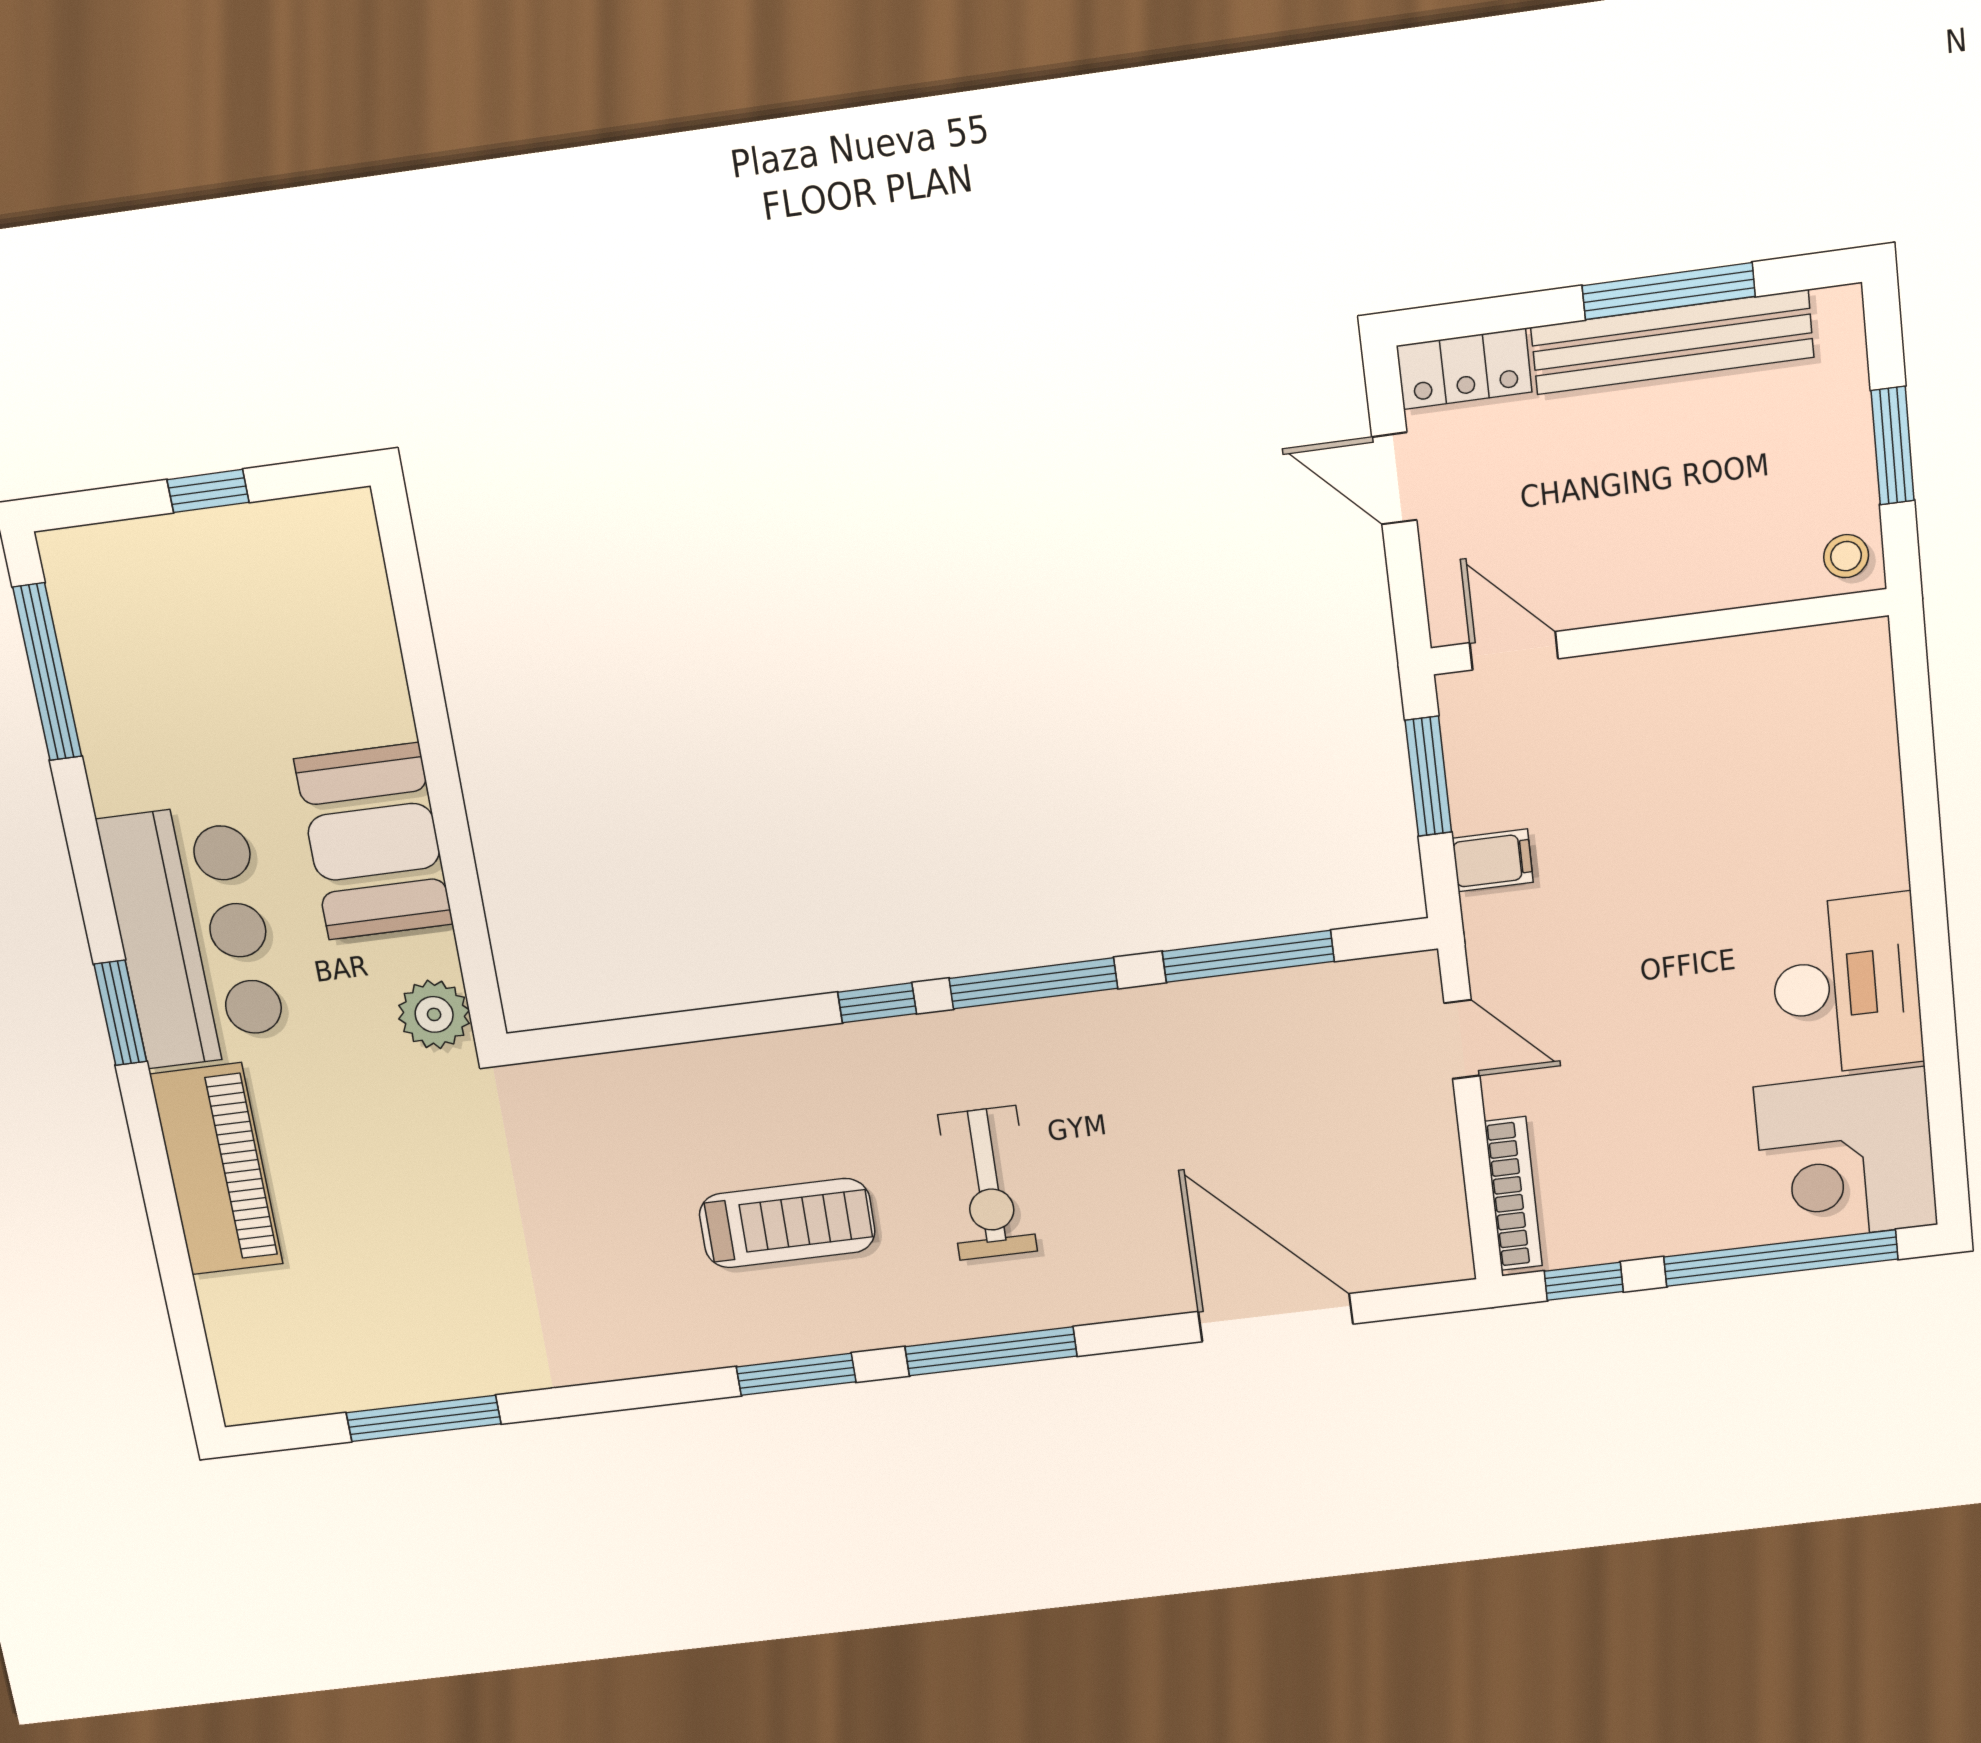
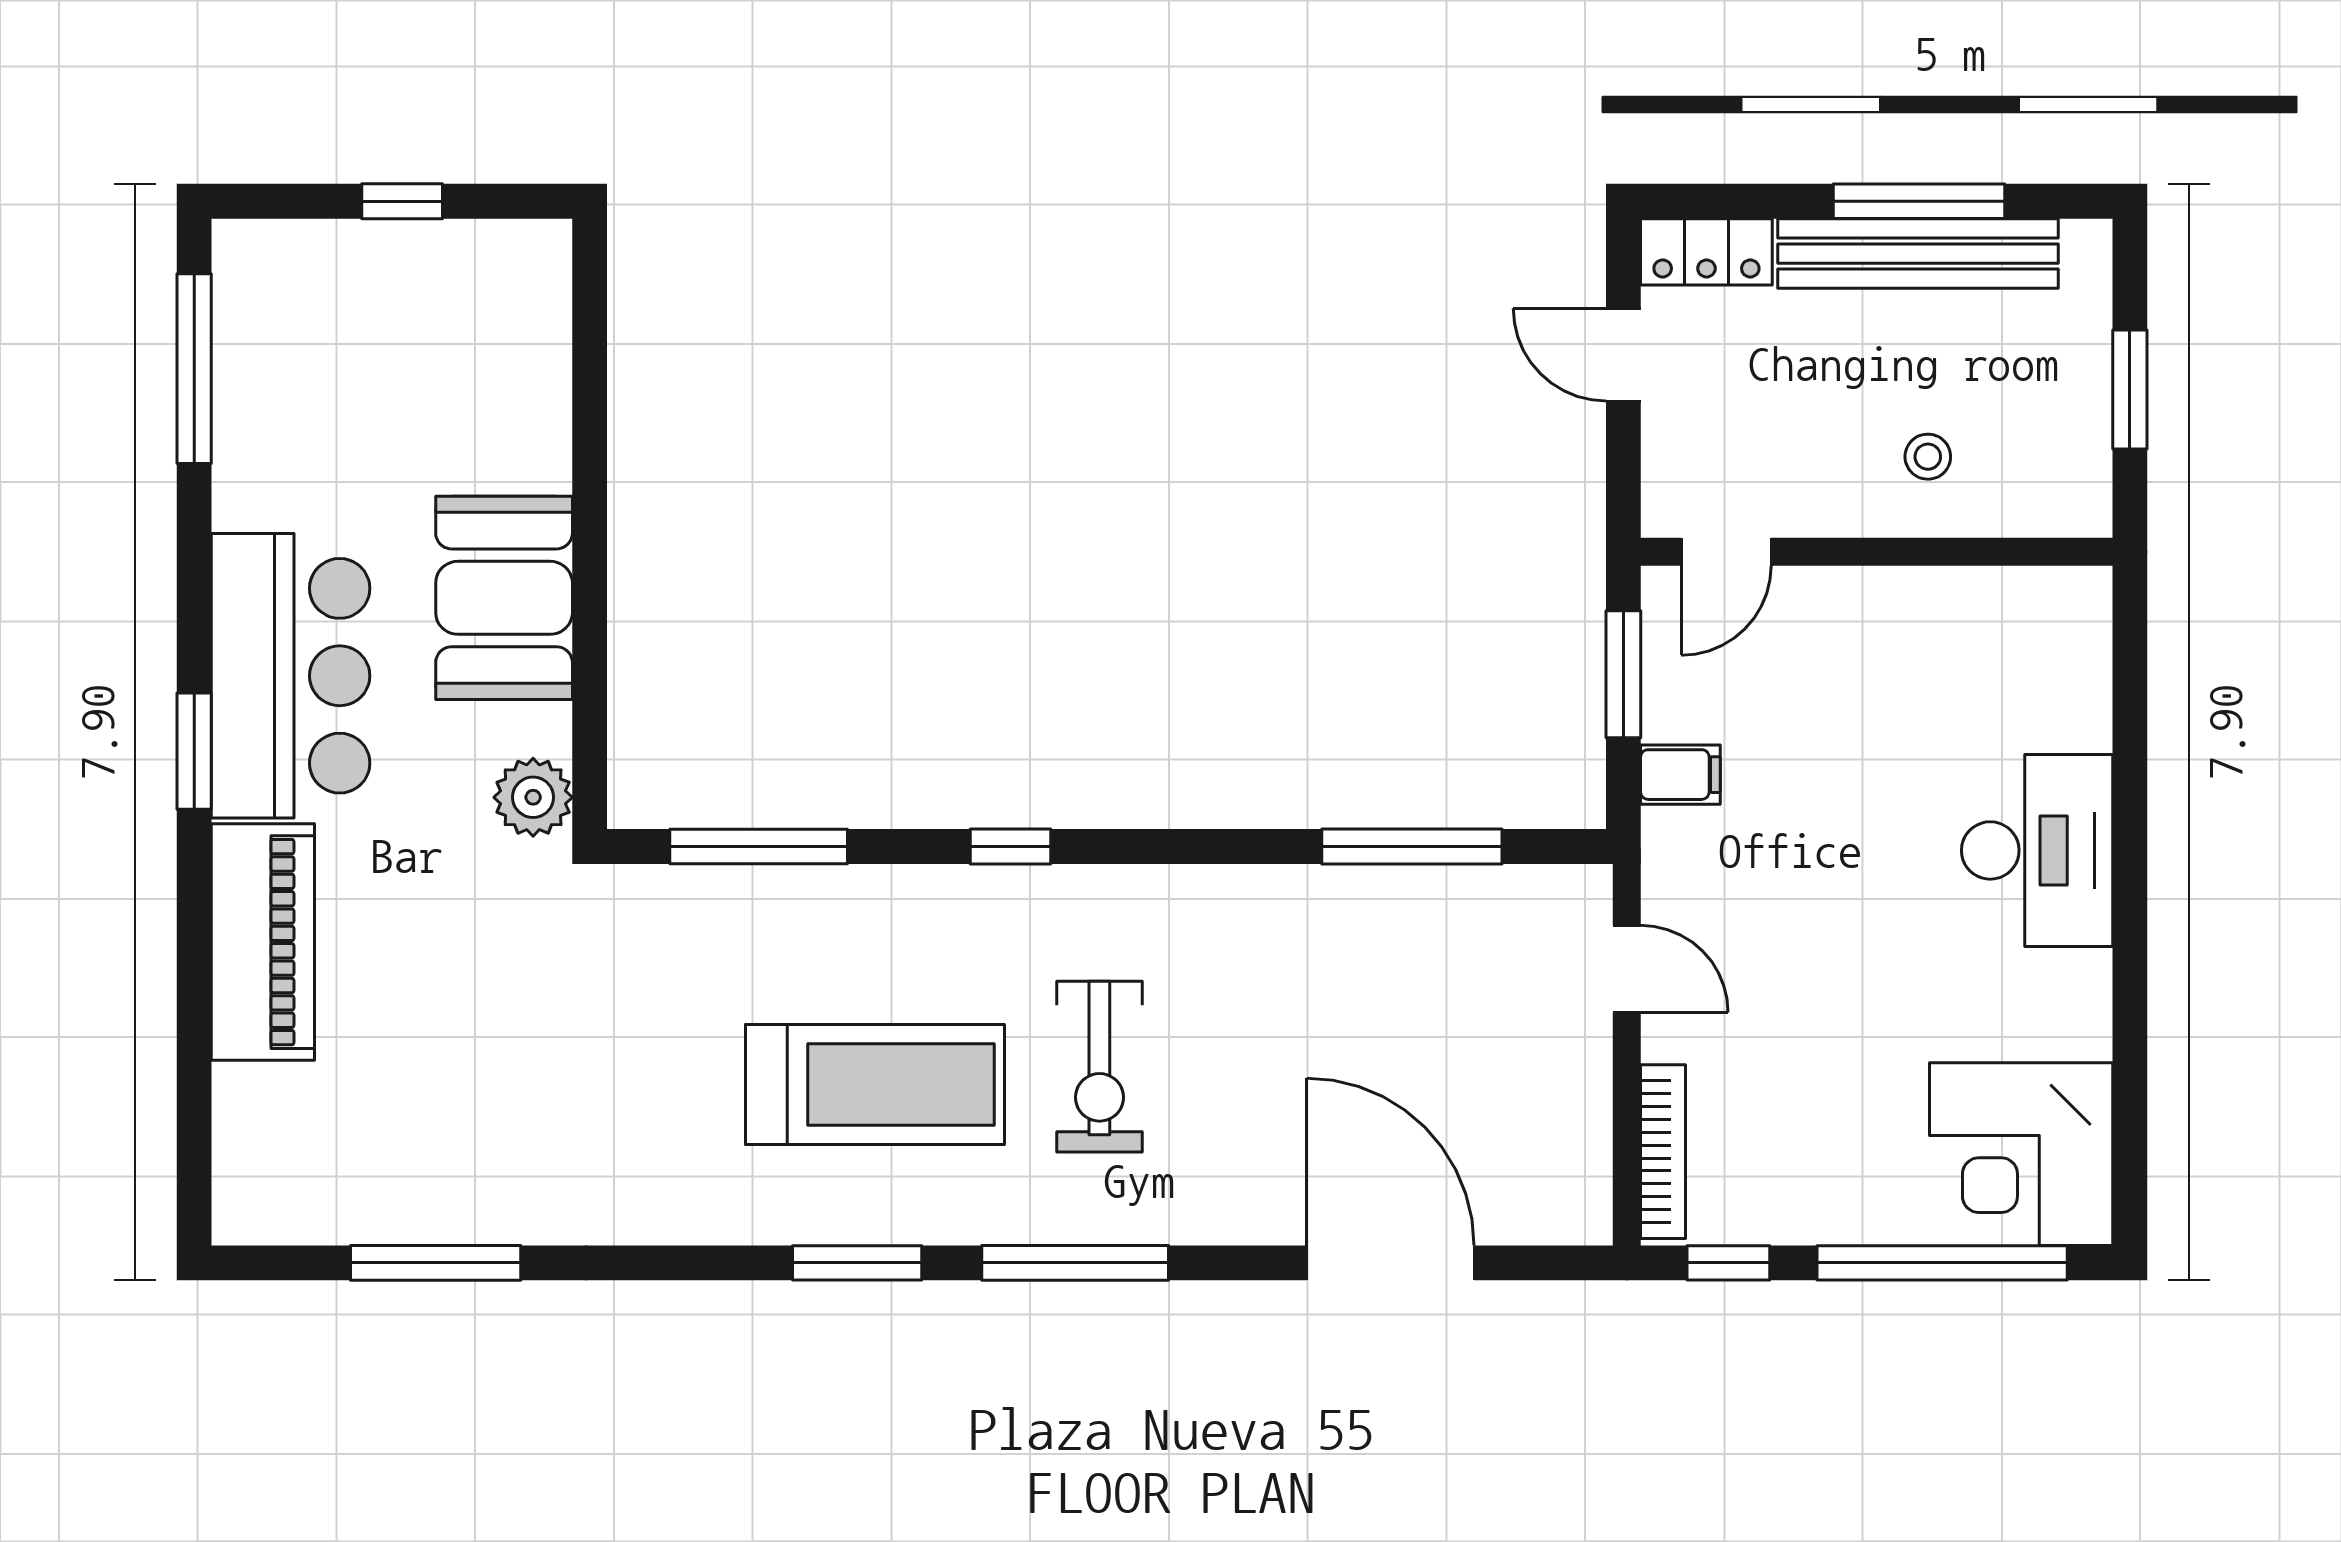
stool: (1846, 556) -> (1928, 457), moved
door: (1514, 651) -> (1726, 552), swing flipped
window: (1033, 983) -> (759, 847), moved
desk: (1846, 985) -> (2037, 850), moved
treadmill: (787, 1223) -> (875, 1085), width x1.37, depth x1.38

